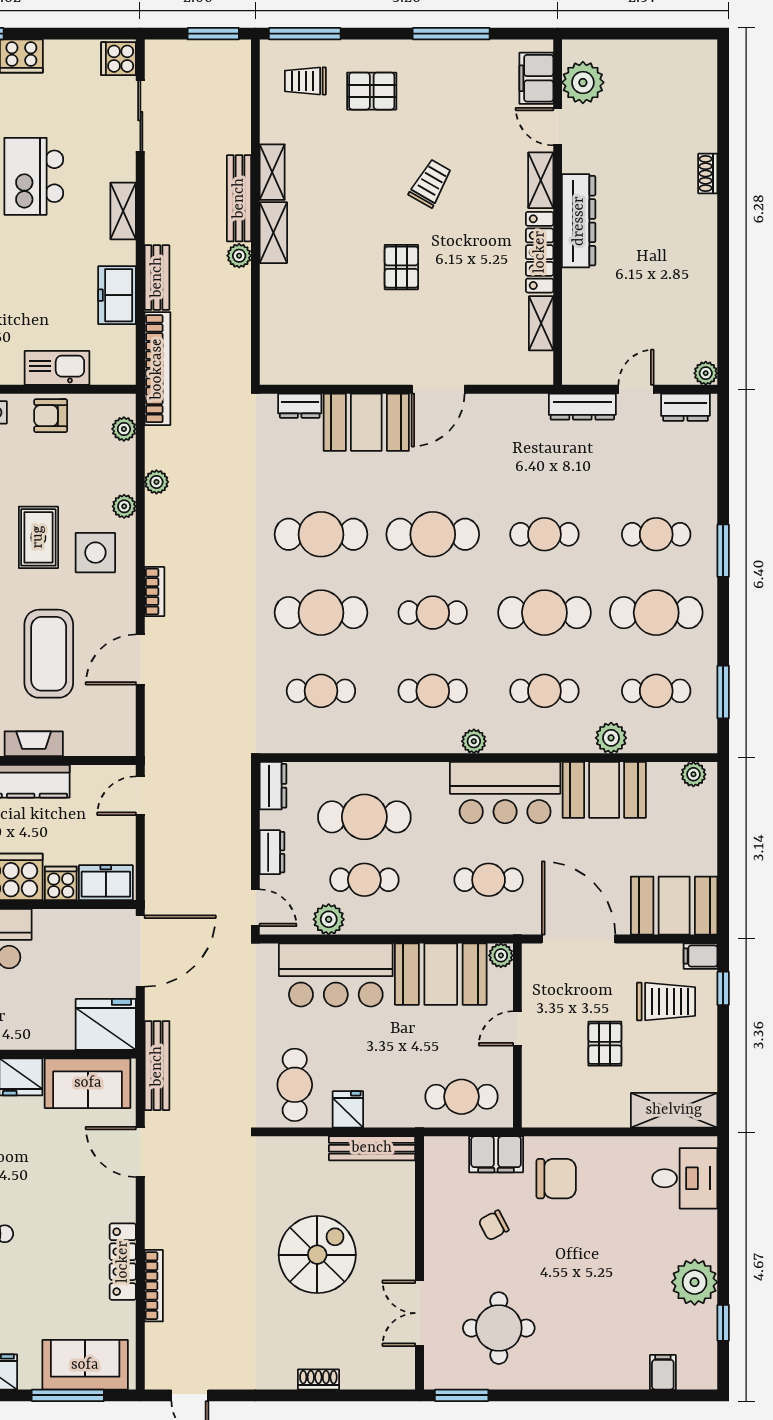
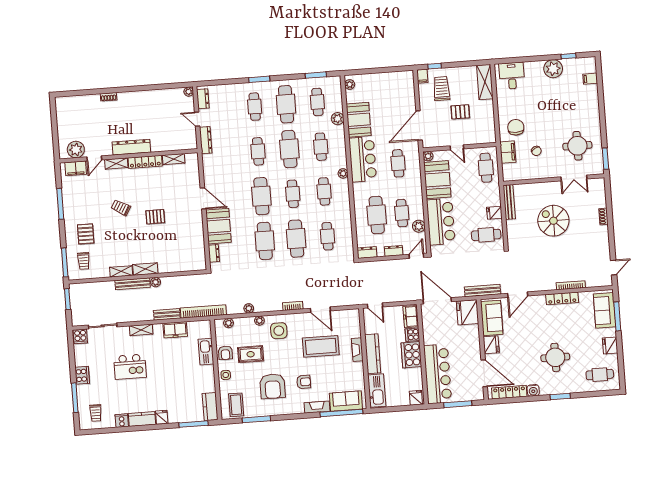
rug: (38, 537) -> (251, 354), moved
booth: (674, 906) -> (403, 88), removed

